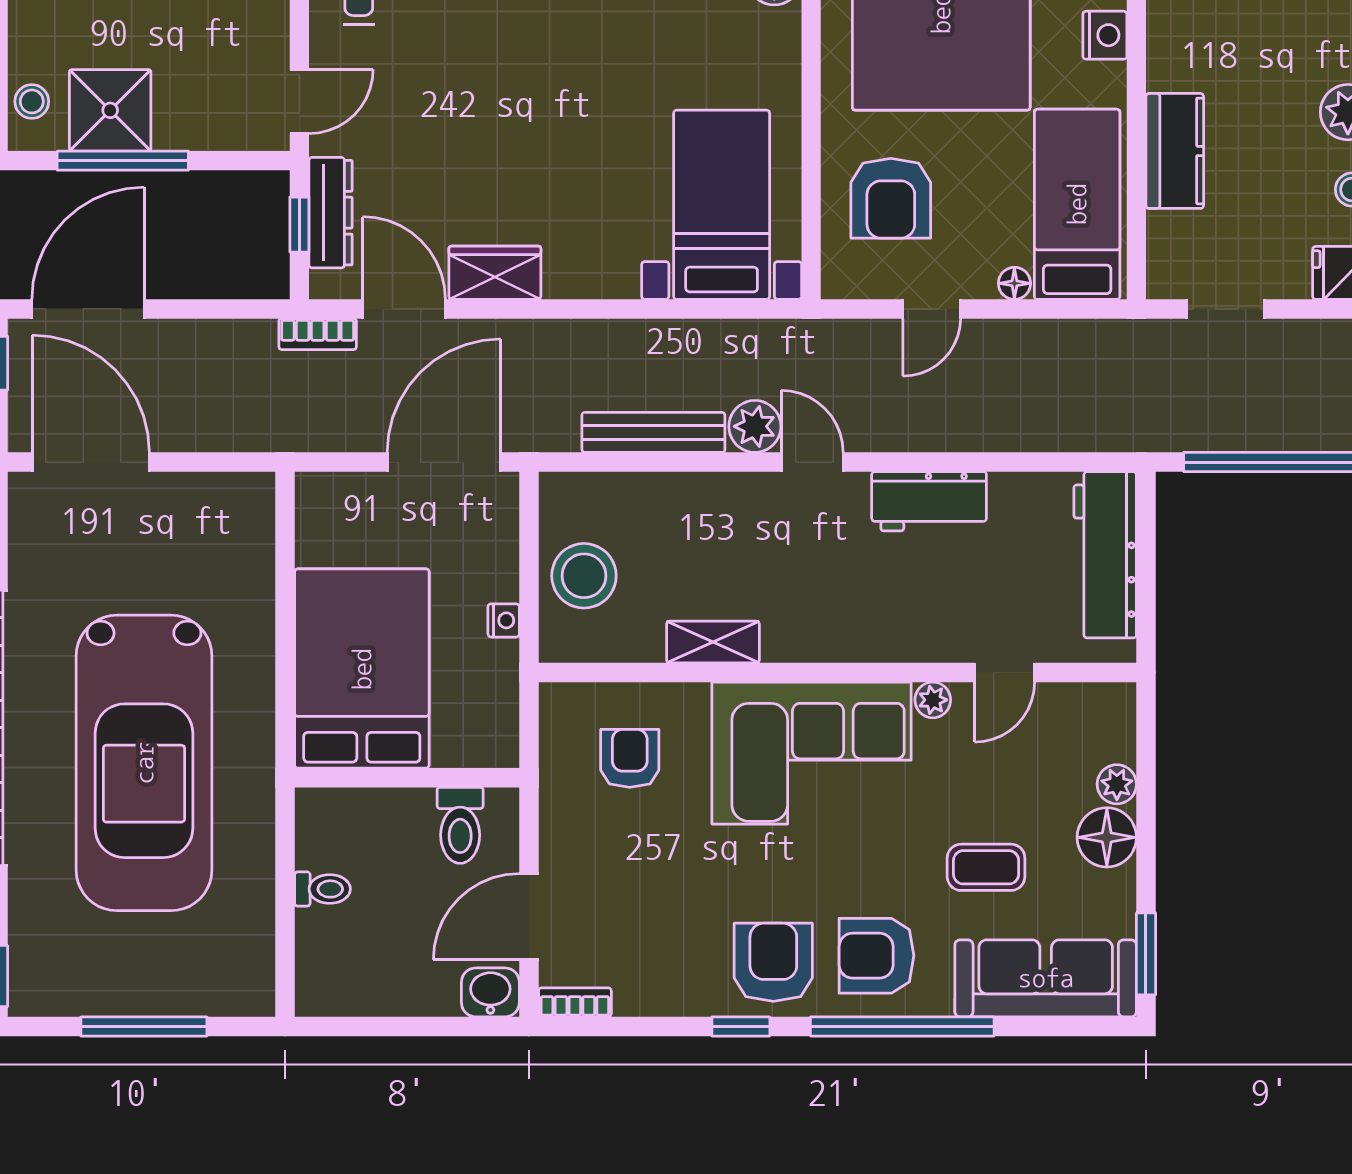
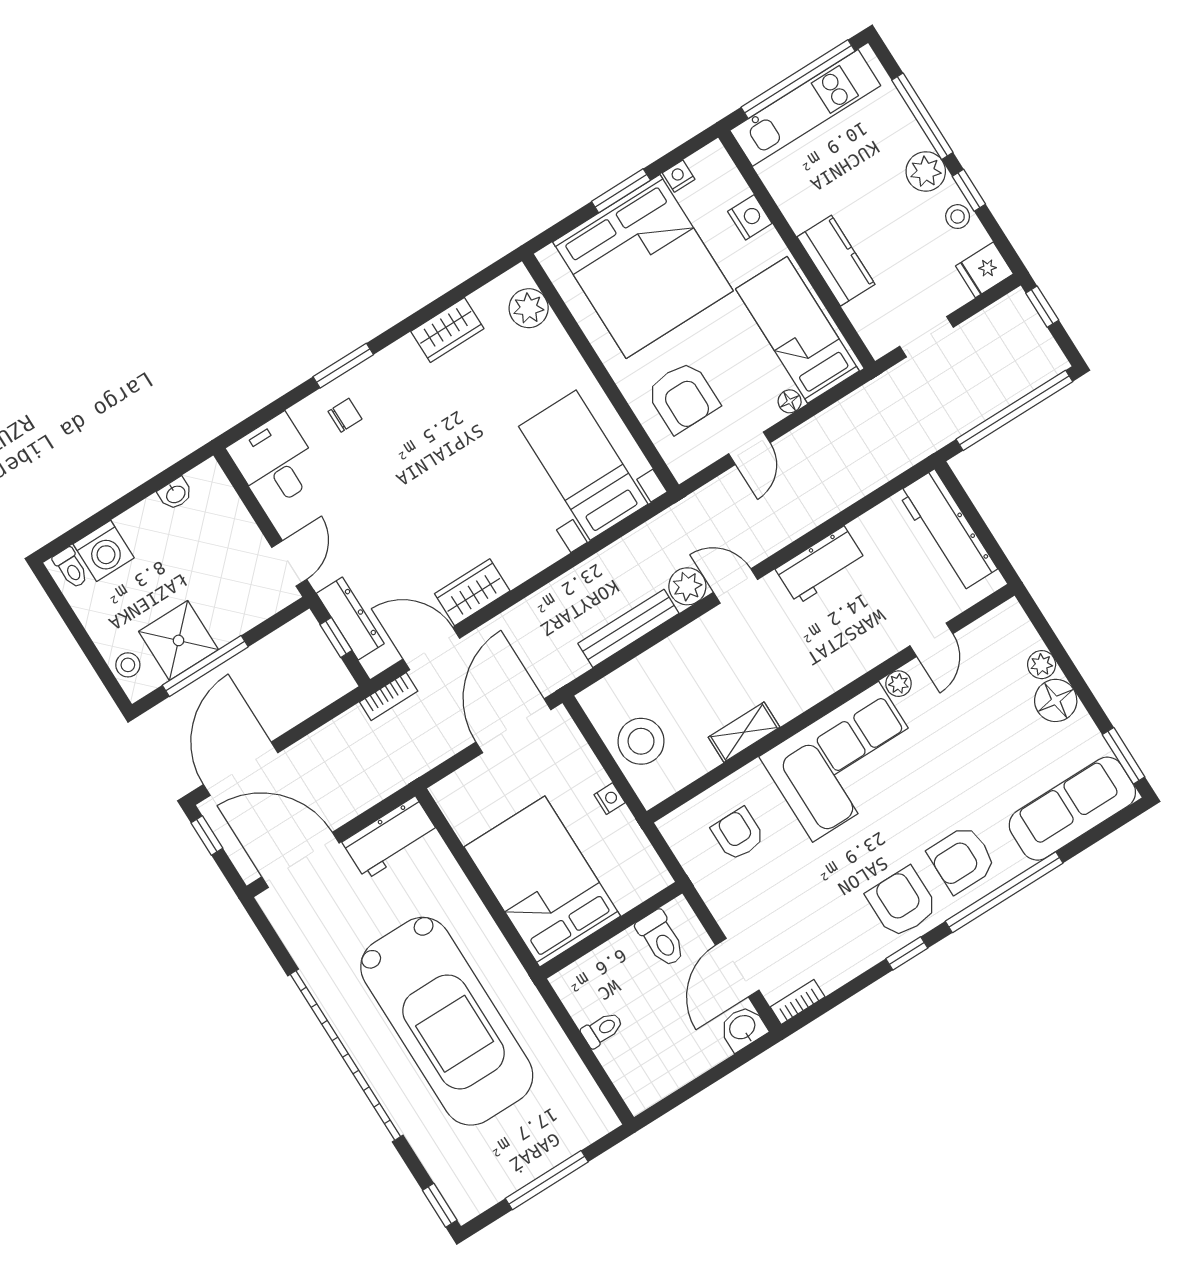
workbench: (214, 503) -> (391, 838), added
coffee table: (986, 867) -> (994, 764), removed

